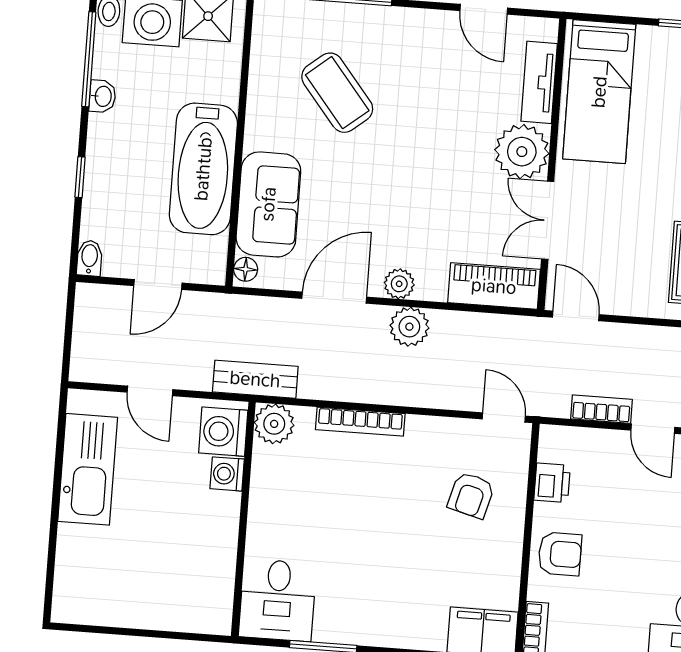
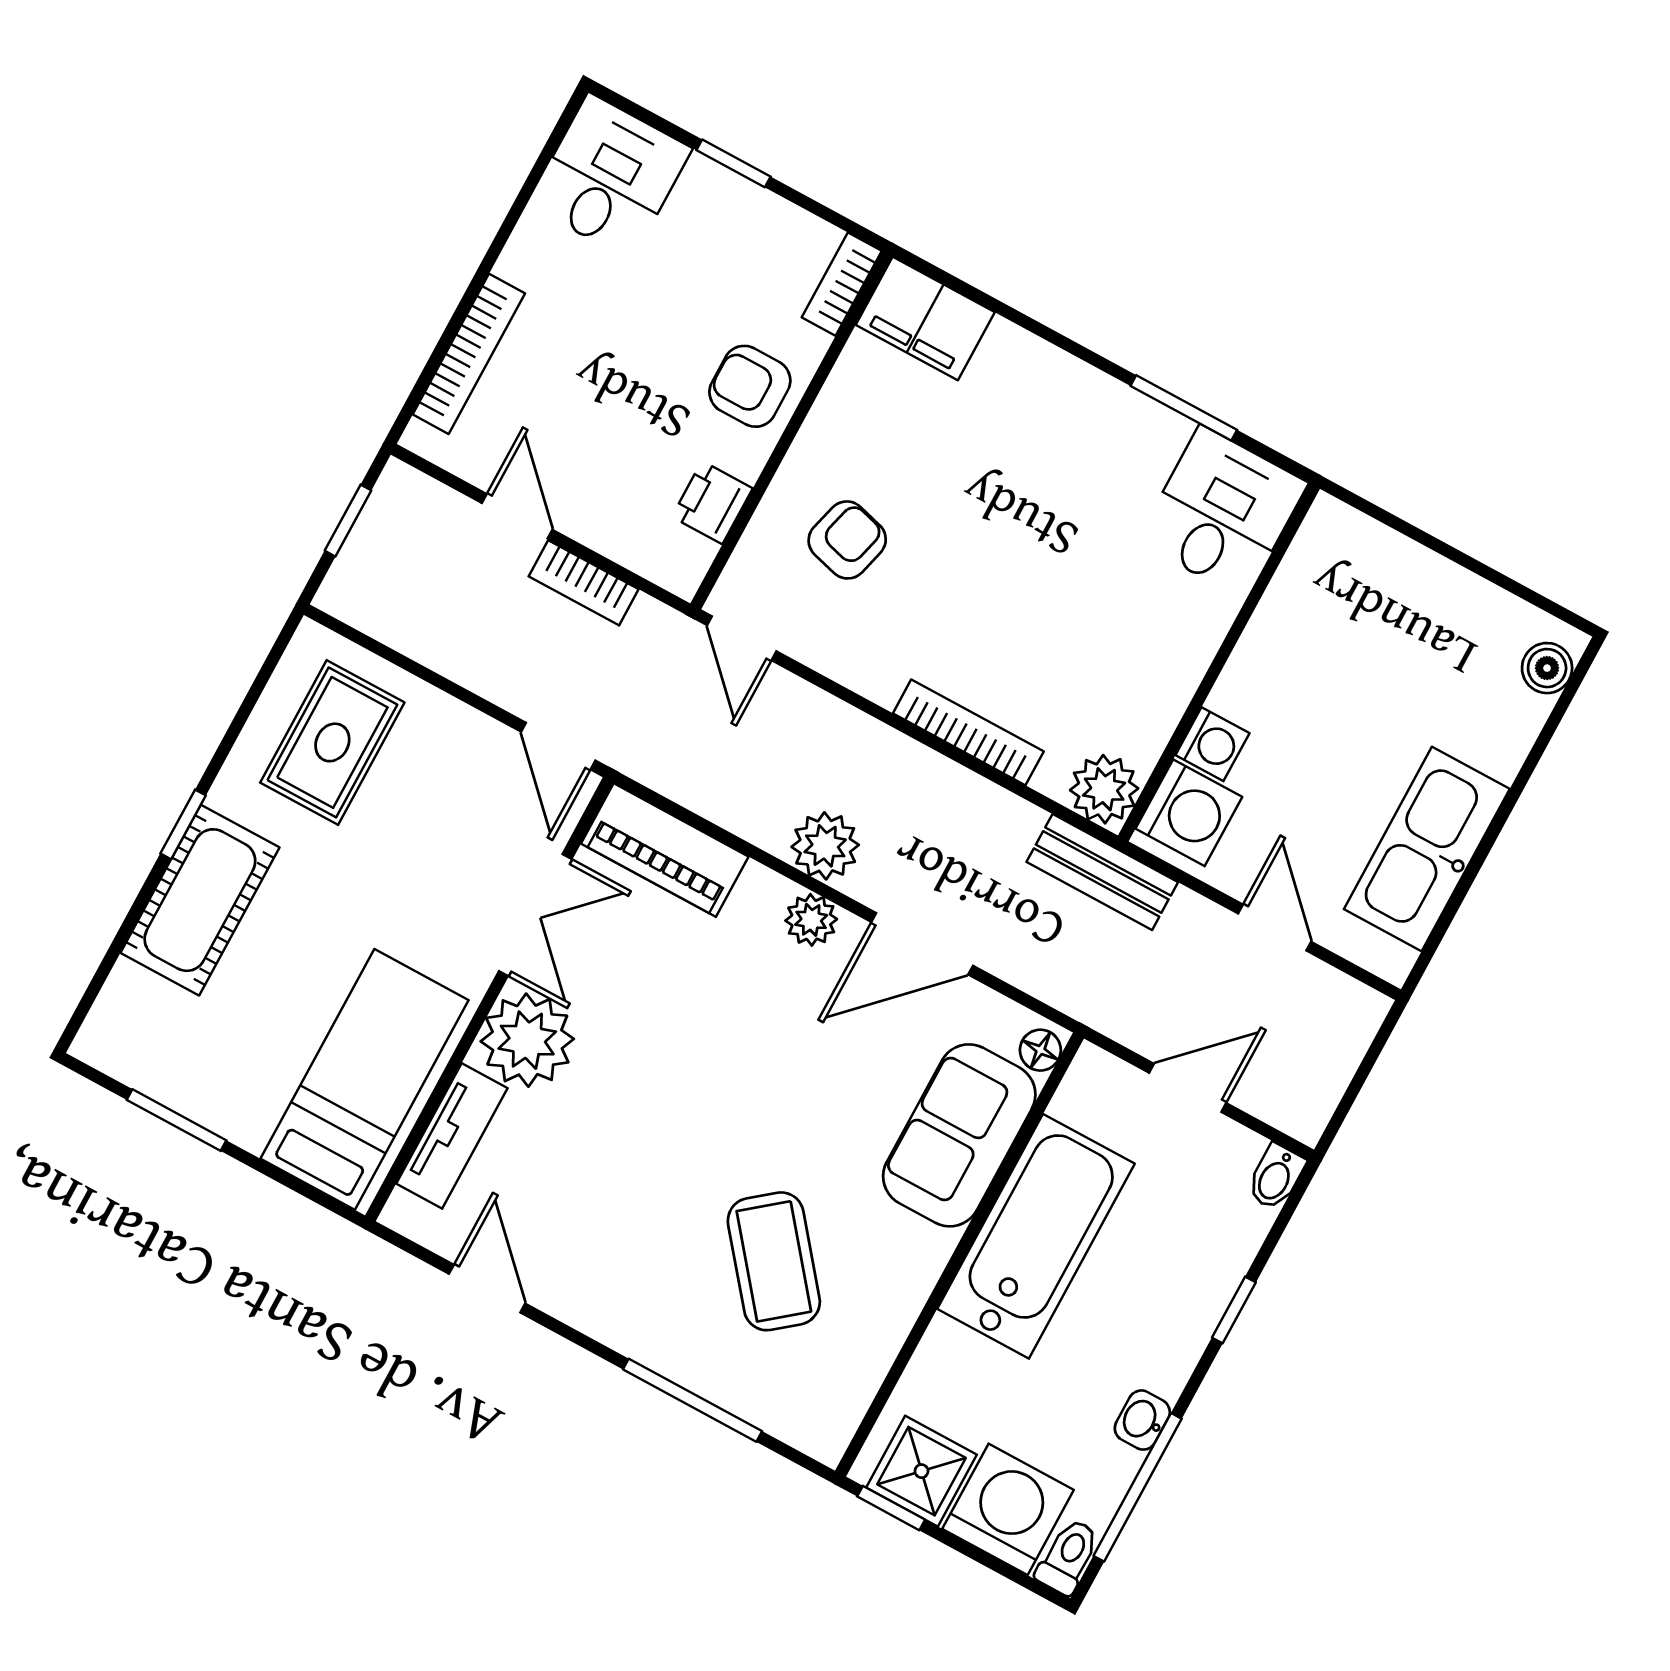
boiler: (67, 595) -> (1547, 668), added

